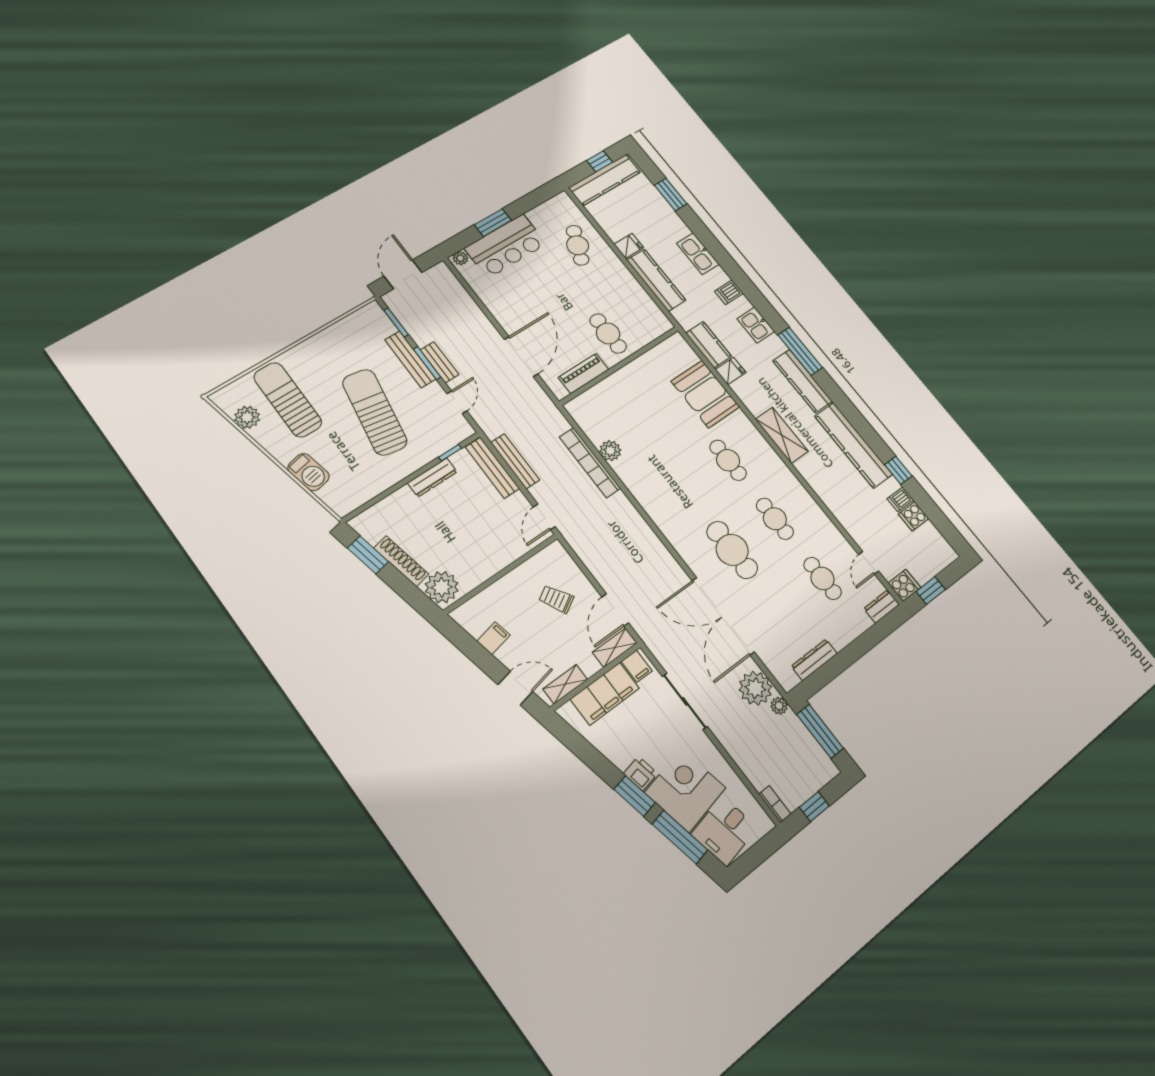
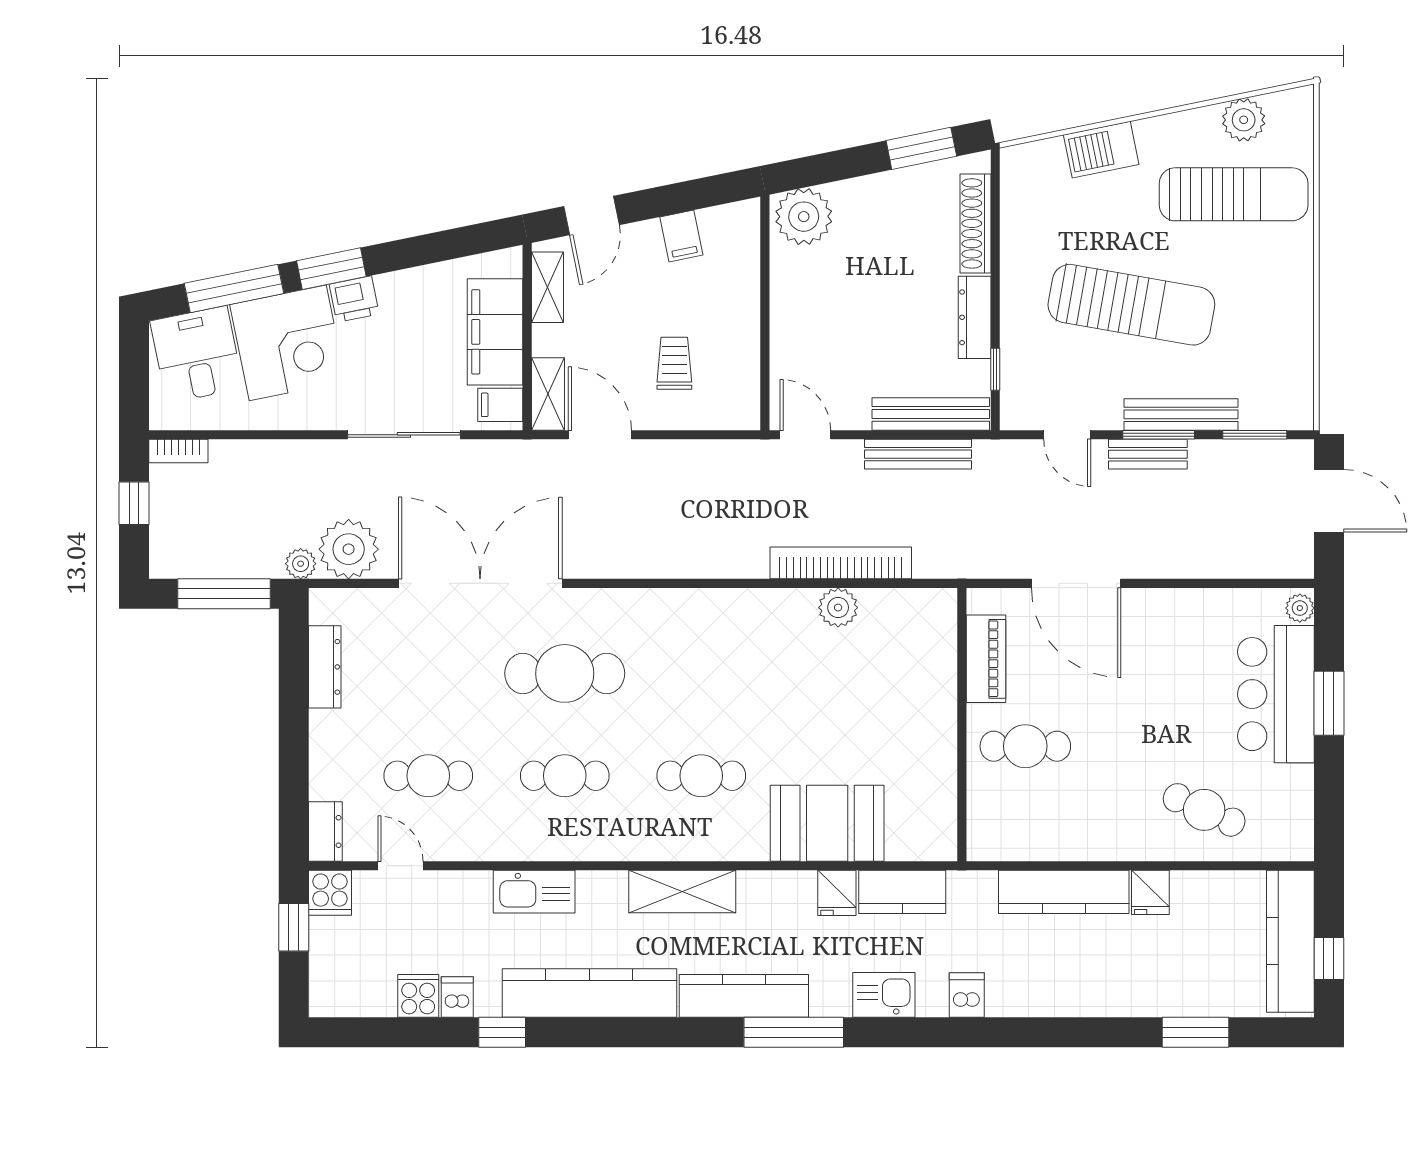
kitchen sink: (698, 254) -> (534, 892), moved, turned 180
shoe rack: (401, 561) -> (975, 223), moved, turned 102
trolley: (556, 599) -> (674, 363), turned -60

